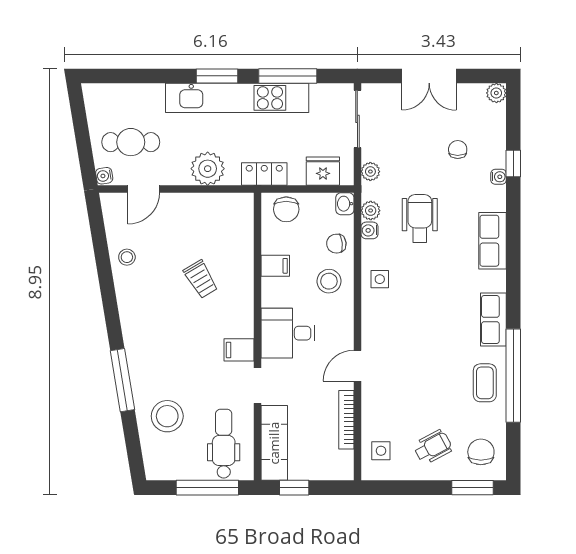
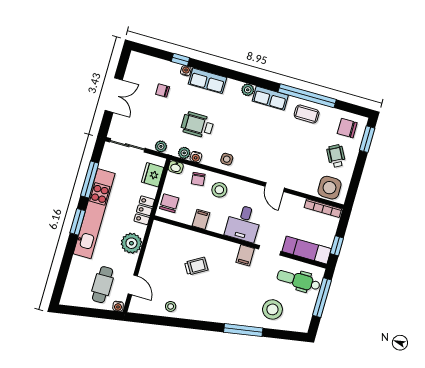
plant: (496, 93) -> (248, 90), moved
chair: (286, 209) -> (169, 203), turned -90
row of seats: (493, 241) -> (208, 81), moved
bookcase: (346, 420) -> (323, 208), moved
side table: (381, 451) -> (329, 188), width x1.87, depth x1.87

